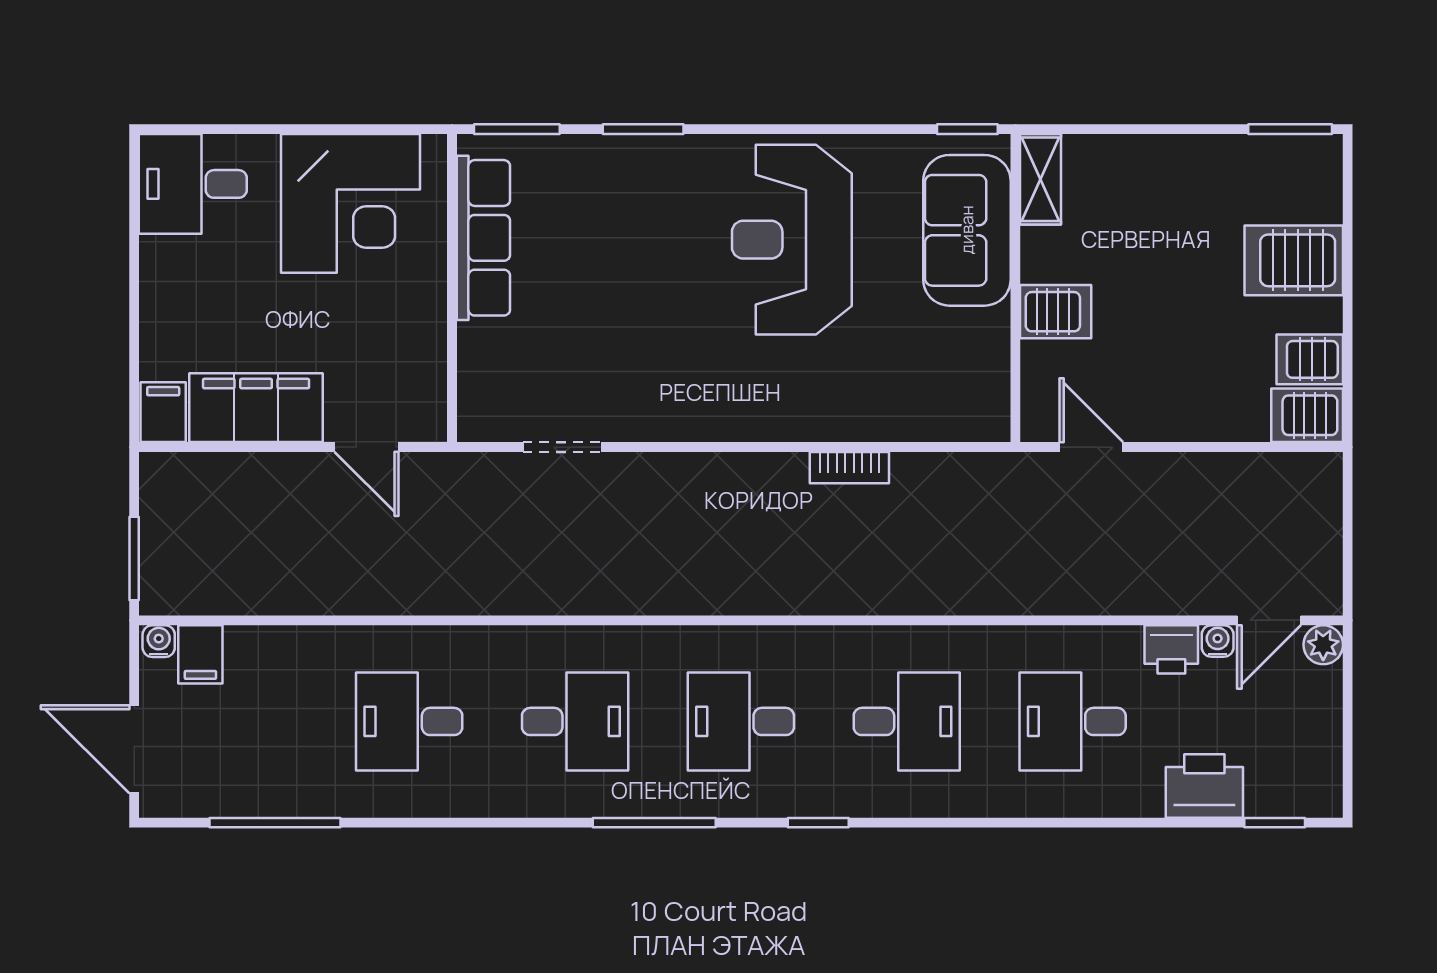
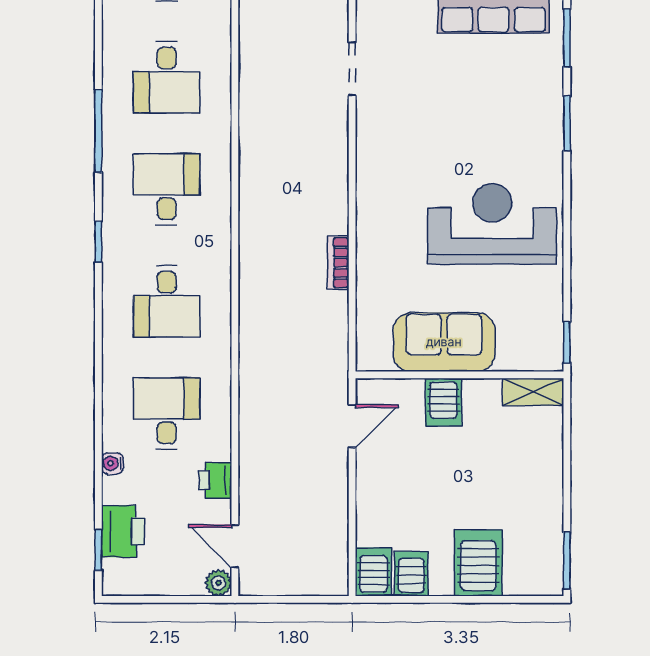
sofa: (967, 230) -> (444, 342), moved
water cooler: (1218, 641) -> (112, 463), moved, turned 180
printer: (1204, 786) -> (123, 531), moved

